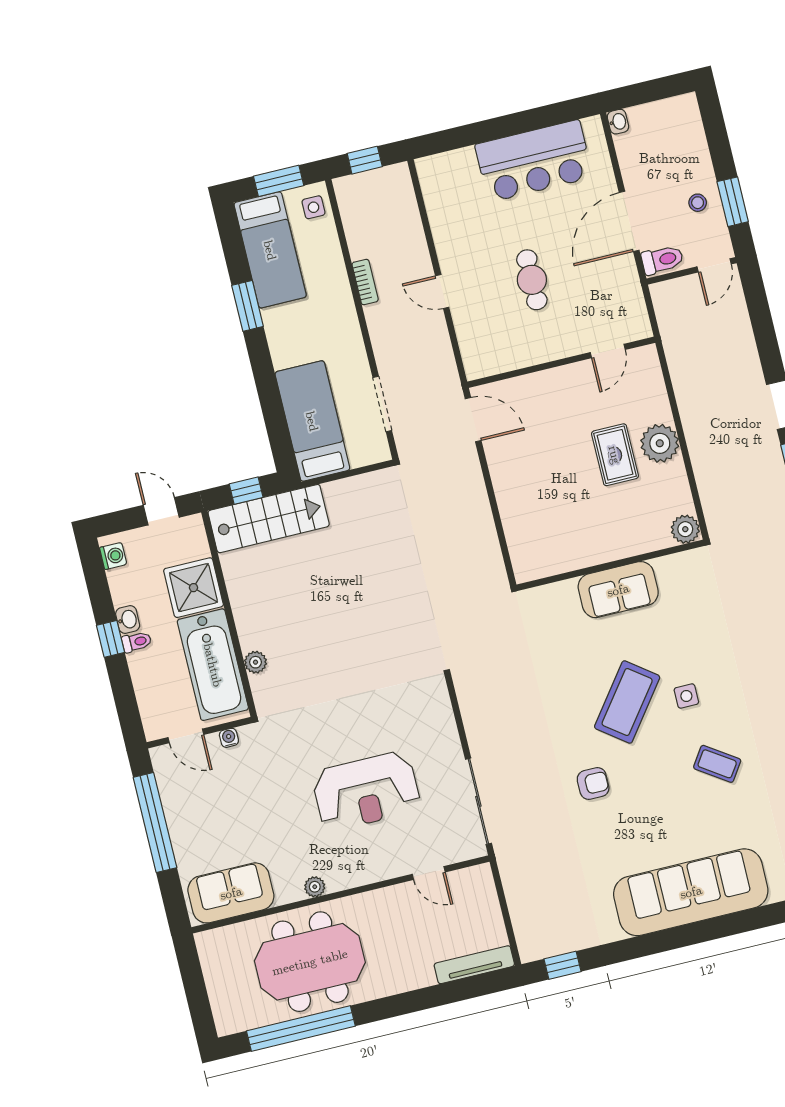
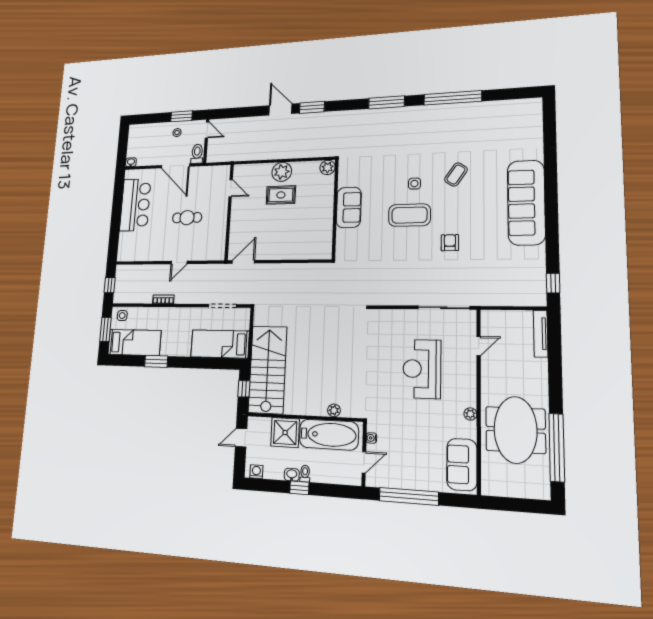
stairs: (269, 519) -> (268, 370), width x1.36, depth x1.51
coffee table: (627, 702) -> (409, 215), turned -37
reception desk: (366, 791) -> (422, 369), turned 180

